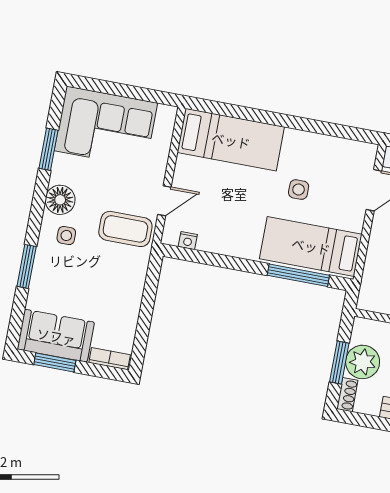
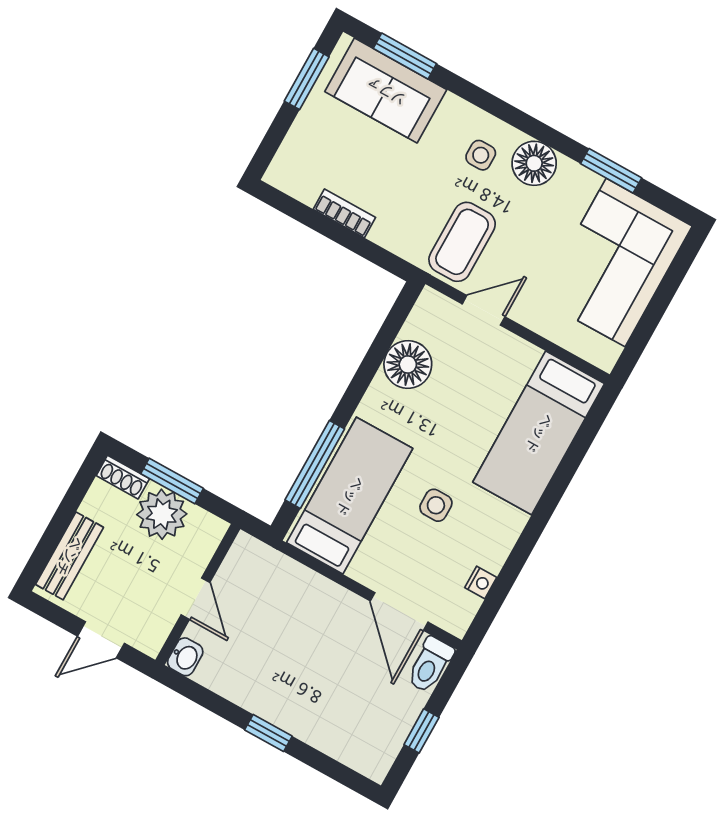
door: (164, 201) -> (484, 310), swing flipped
floor lamp: (215, 237) -> (408, 365), added
nightstand: (188, 241) -> (481, 582), moved, turned 180
window: (27, 266) -> (405, 56), moved
sofa: (56, 336) -> (386, 91), moved, turned 90
bookcase: (110, 359) -> (344, 213), moved, turned -90

